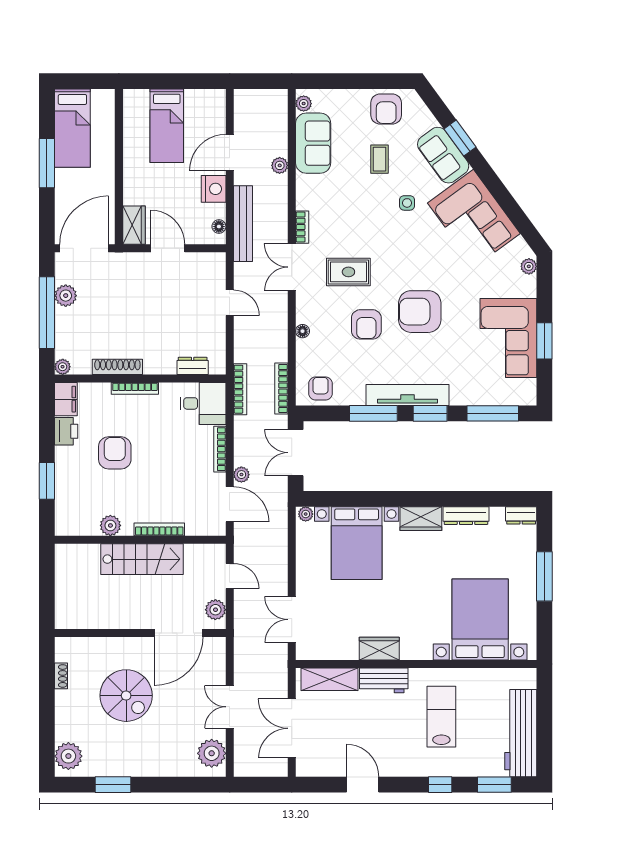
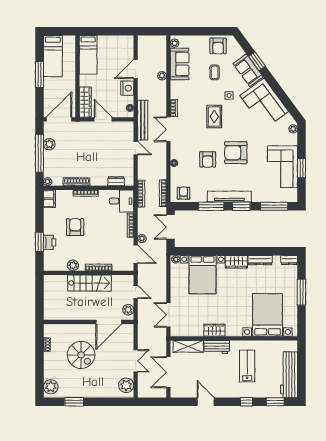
bed: (167, 126) -> (88, 55), moved
bench: (243, 224) -> (143, 120), moved
wardrobe: (134, 225) -> (85, 102), width x1.50
rug: (348, 272) -> (214, 116), moved, turned 90
printer: (66, 431) -> (50, 242), moved
double door: (230, 707) -> (136, 361), swing flipped

